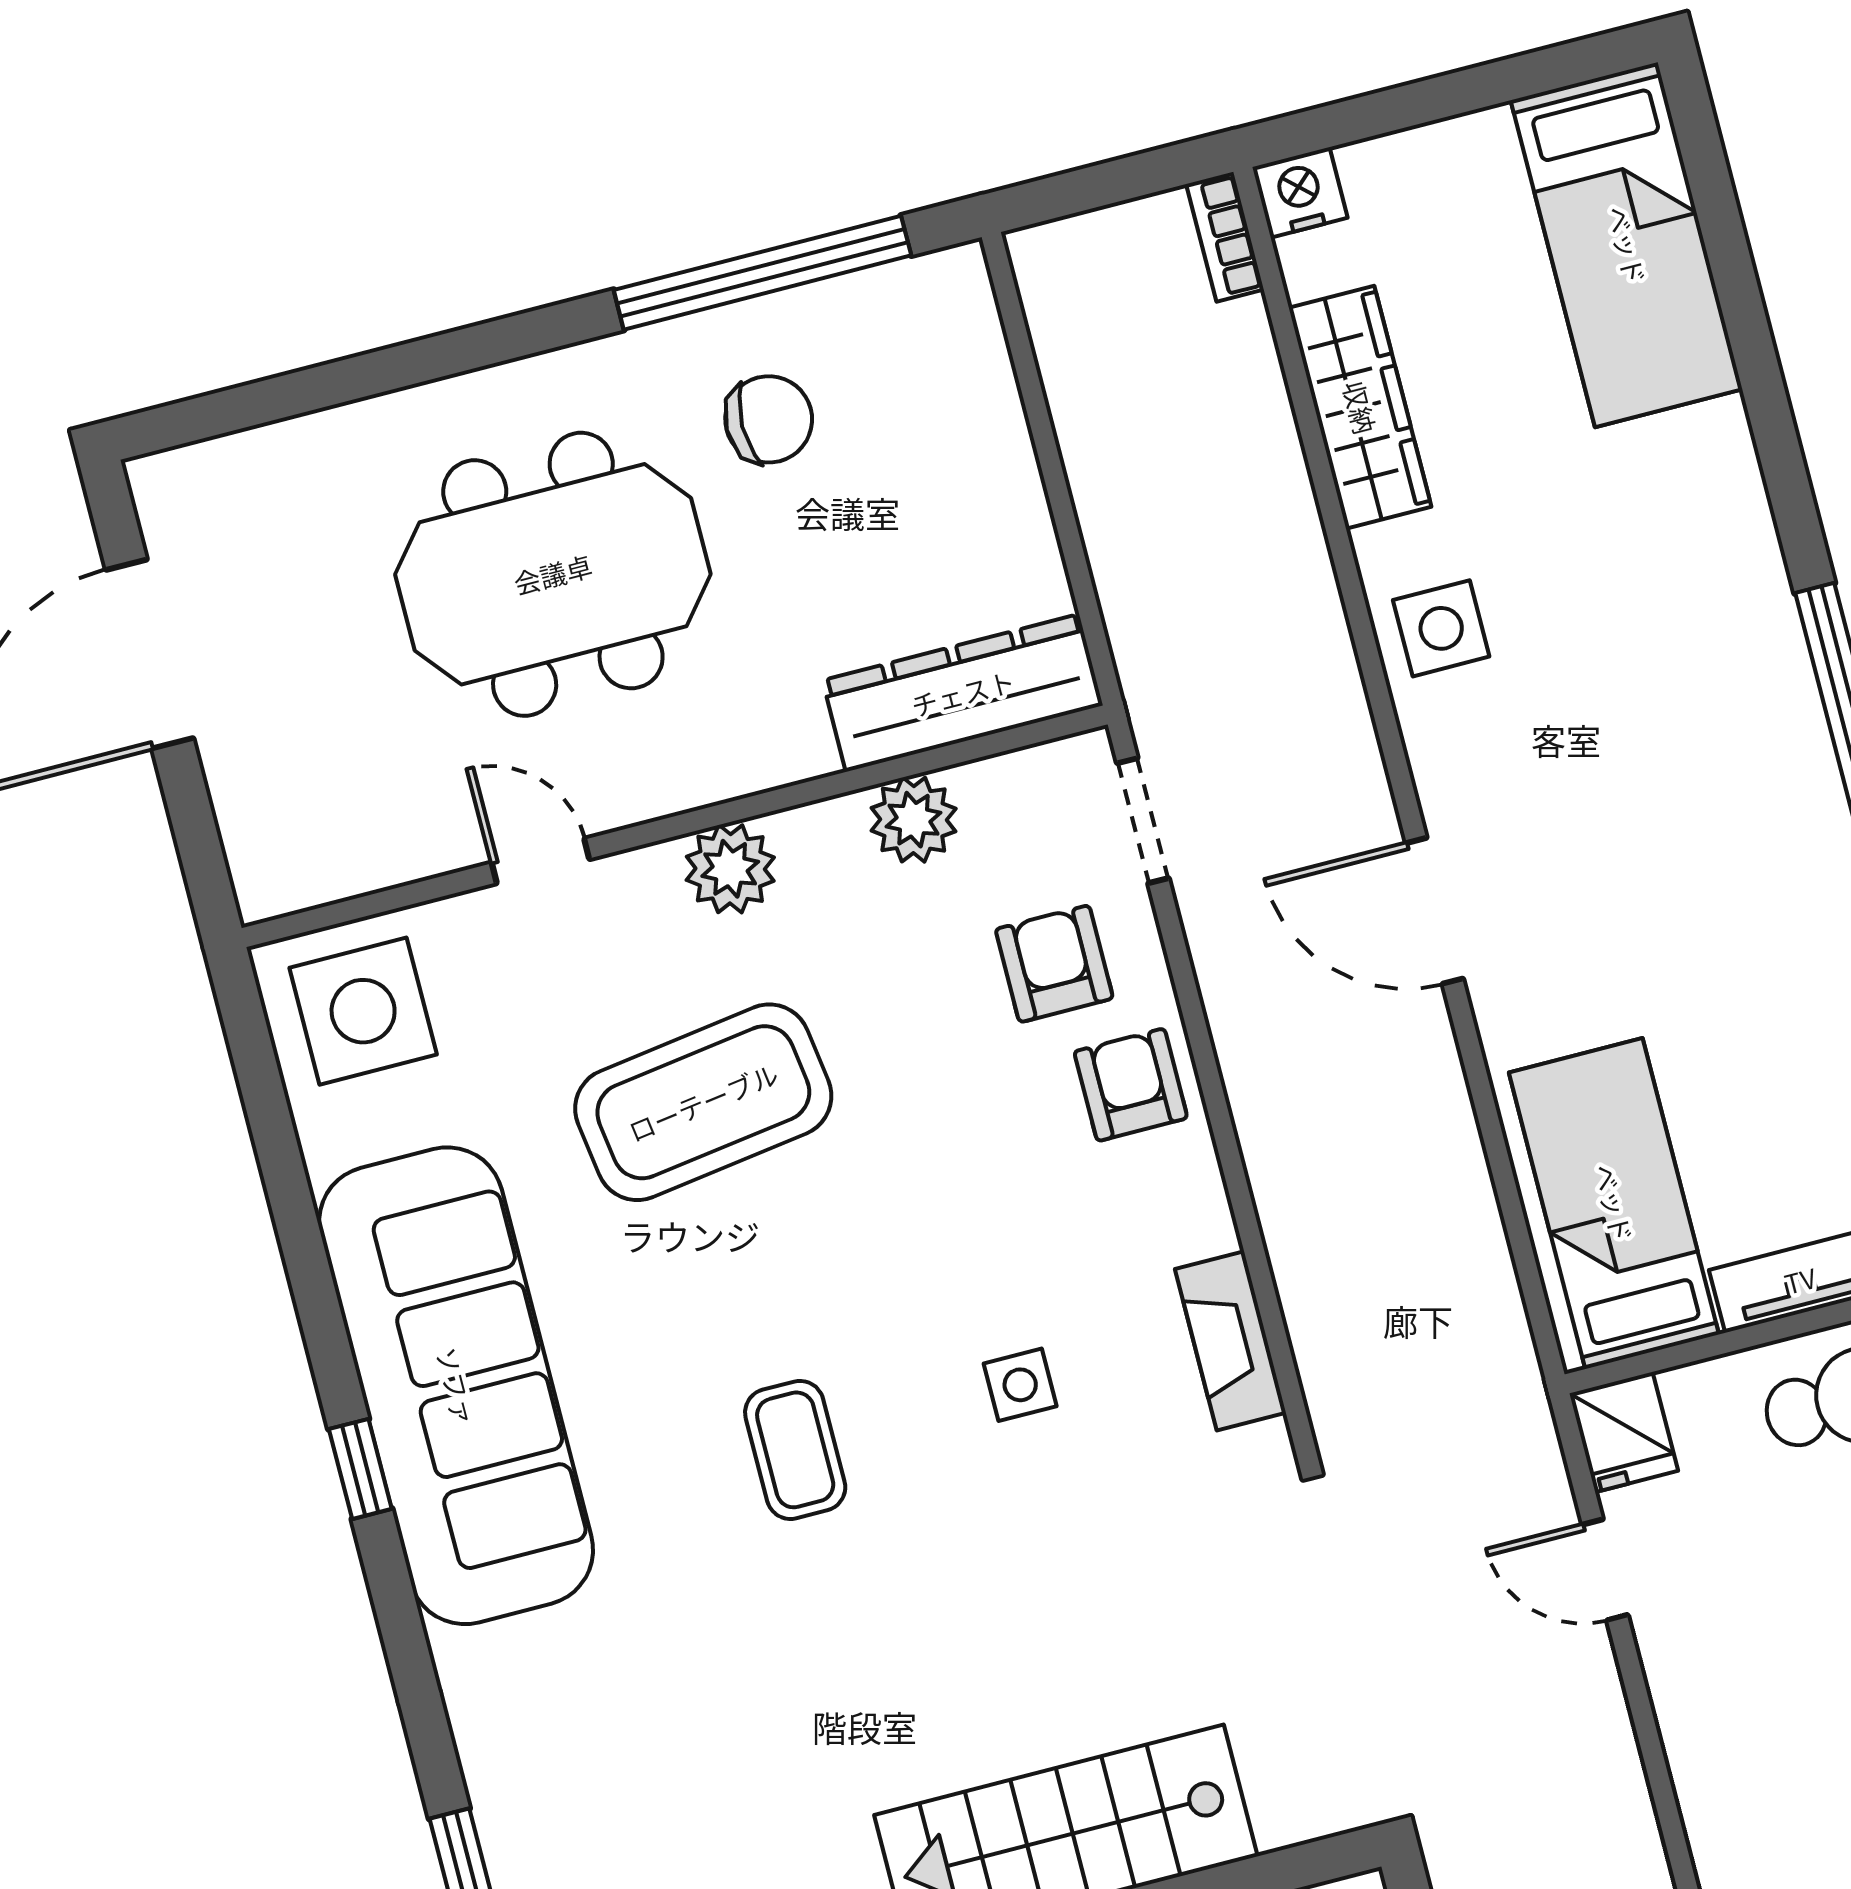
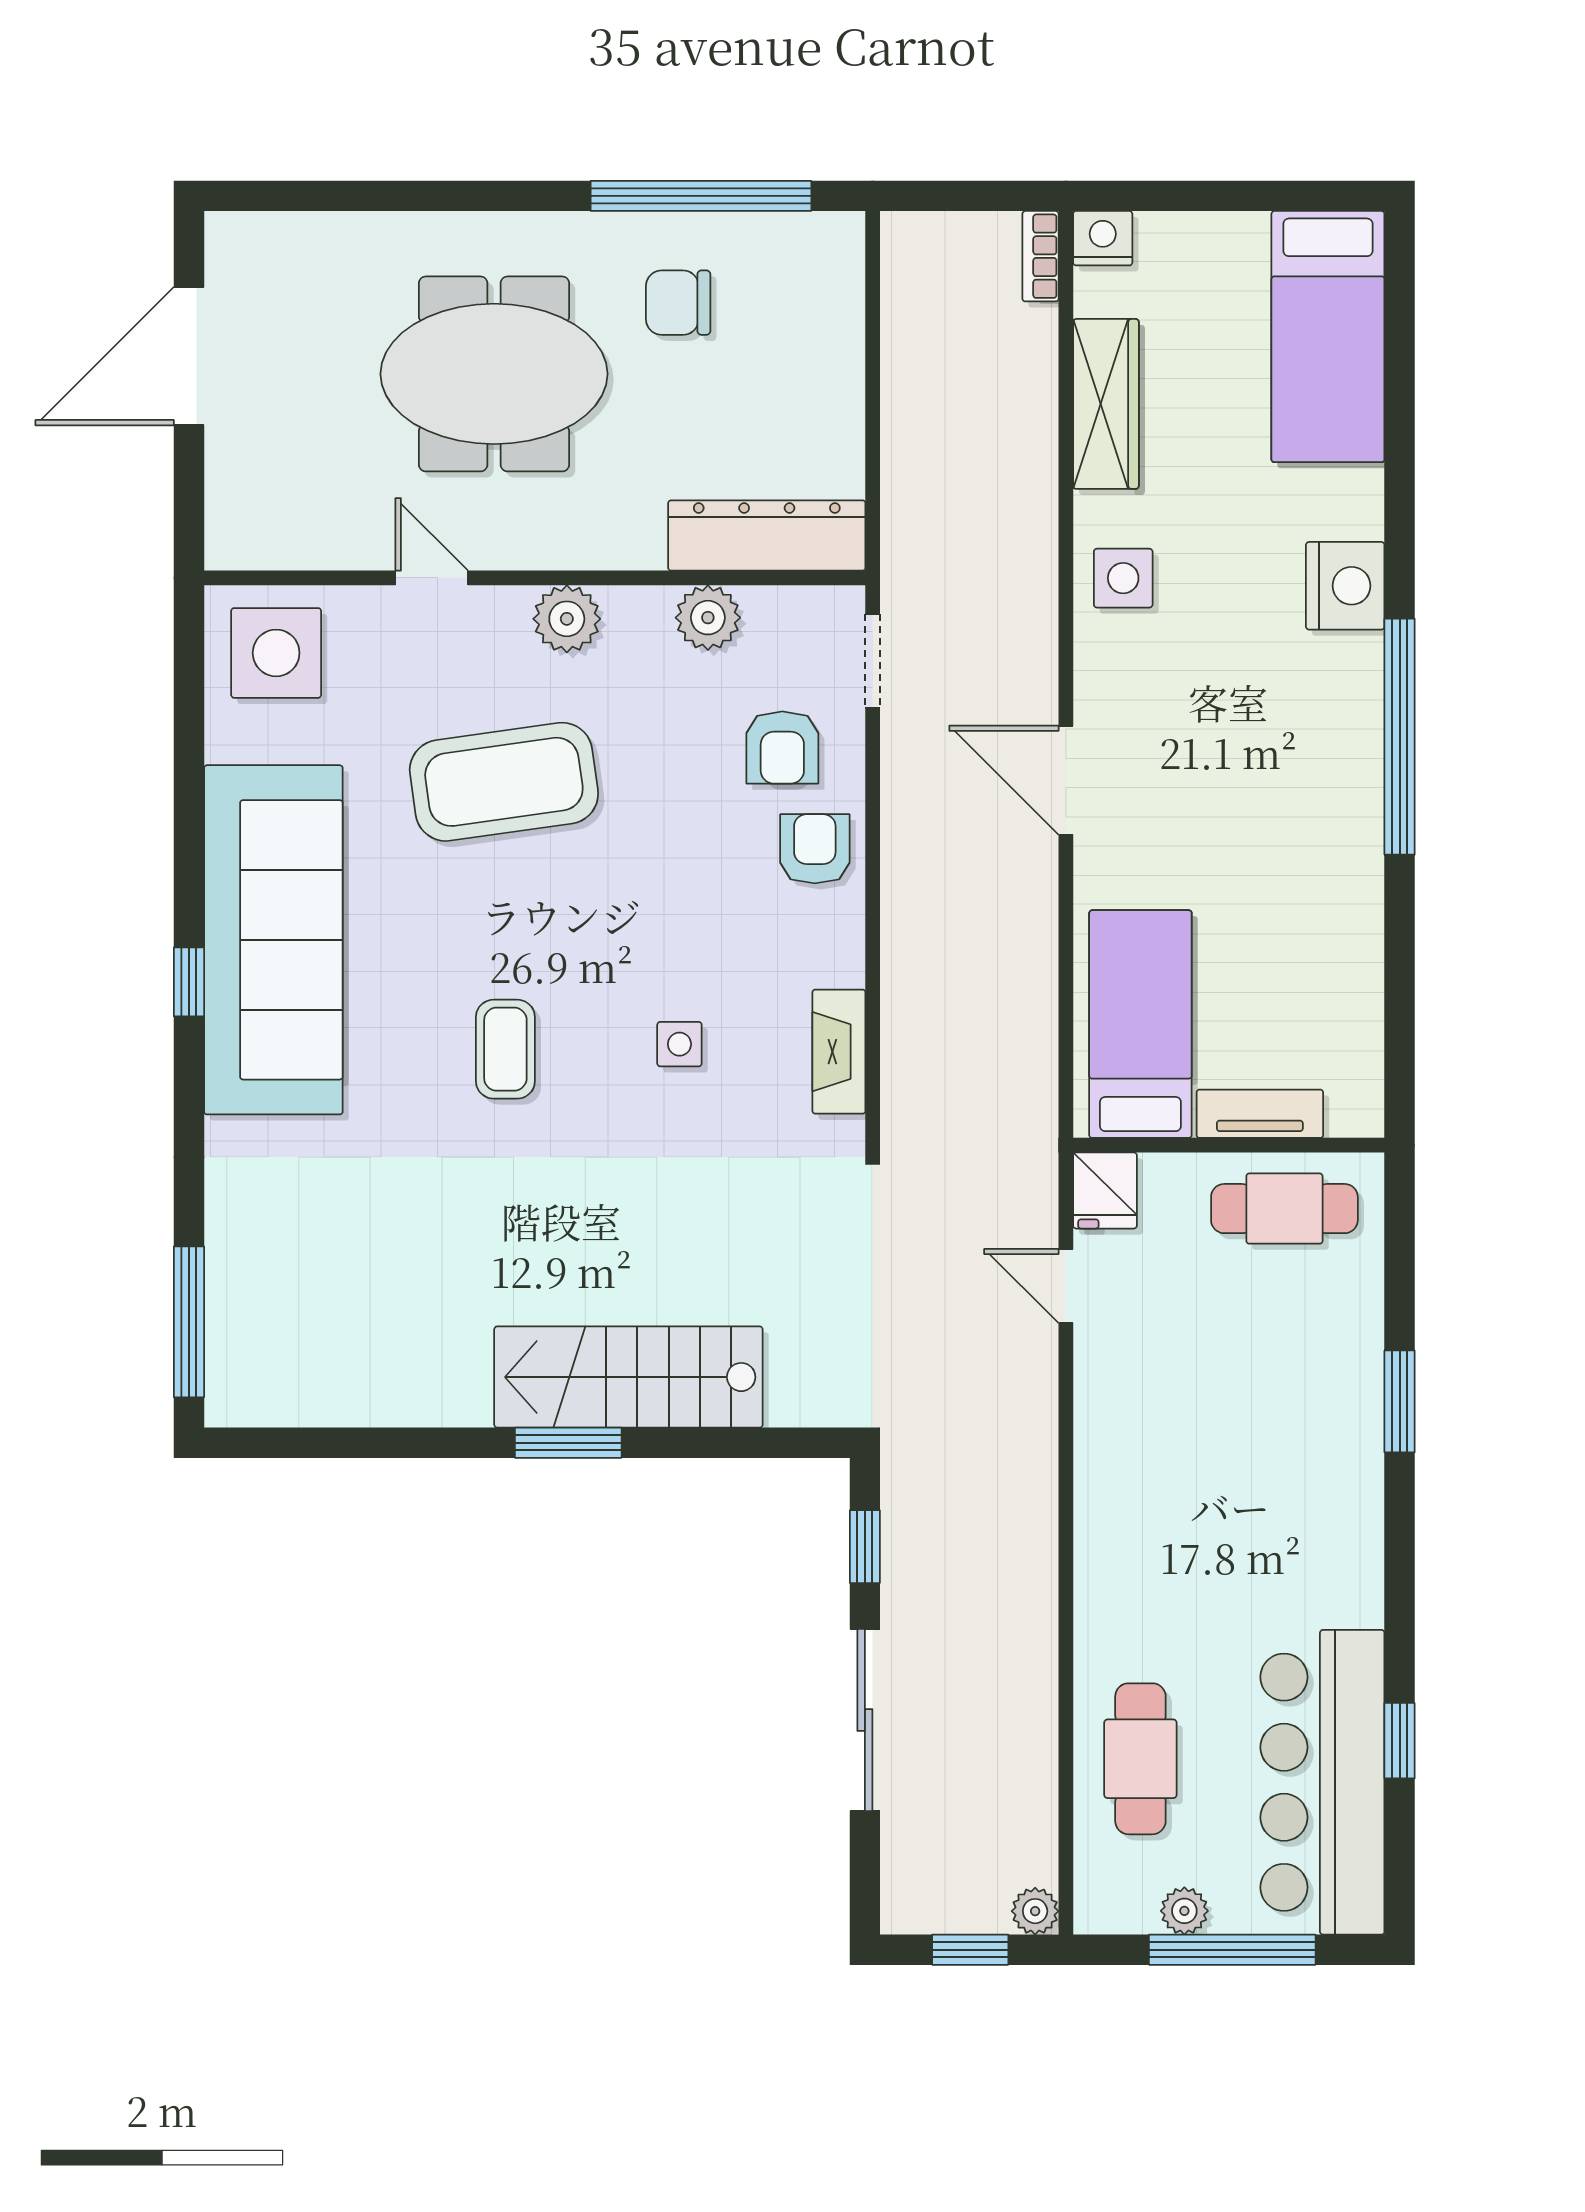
chair: (769, 419) -> (678, 303), turned 180
nightstand: (1733, 564) -> (1345, 586), added
armchair: (1054, 964) -> (782, 747), turned 180

